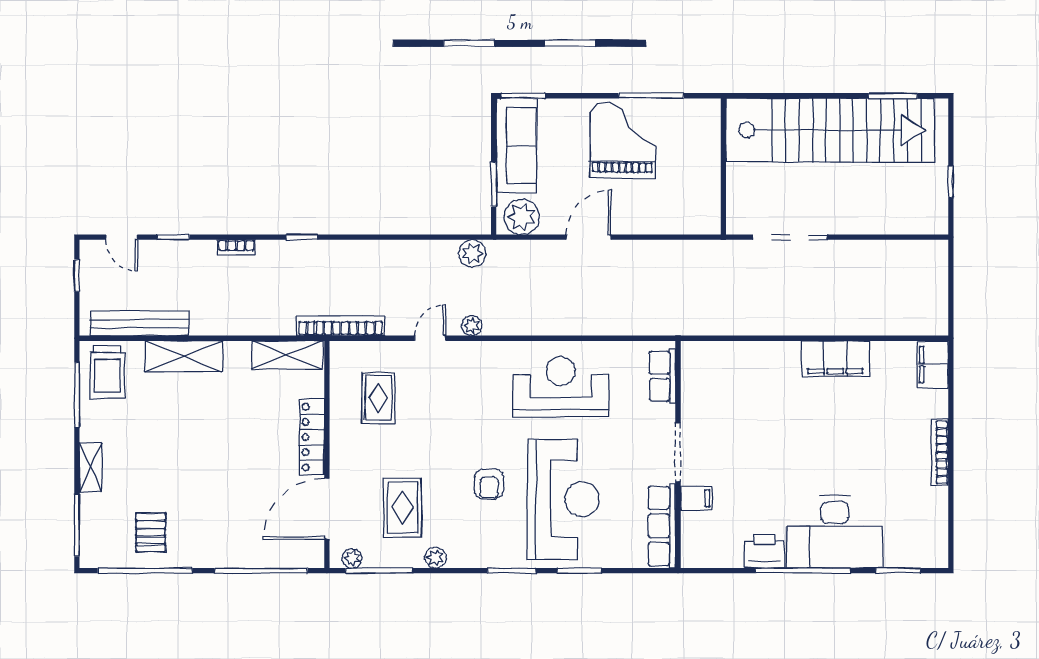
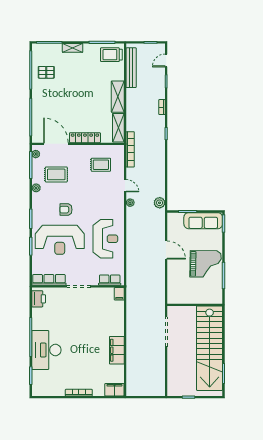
plant: (522, 217) -> (174, 223), removed
shelving: (184, 356) -> (118, 97), moved
filing cabinet: (696, 498) -> (119, 294), moved
printer: (764, 551) -> (39, 299), moved

